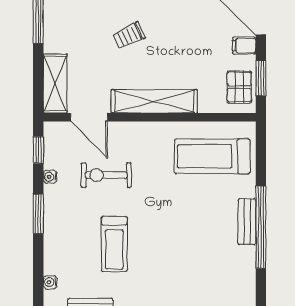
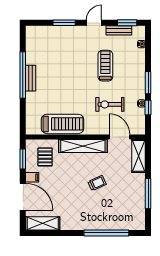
pallet: (239, 87) -> (45, 157), moved
window: (38, 150) -> (148, 108), moved
treadmill: (212, 156) -> (63, 124), moved
exercise bike: (106, 175) -> (110, 104), turned 180

